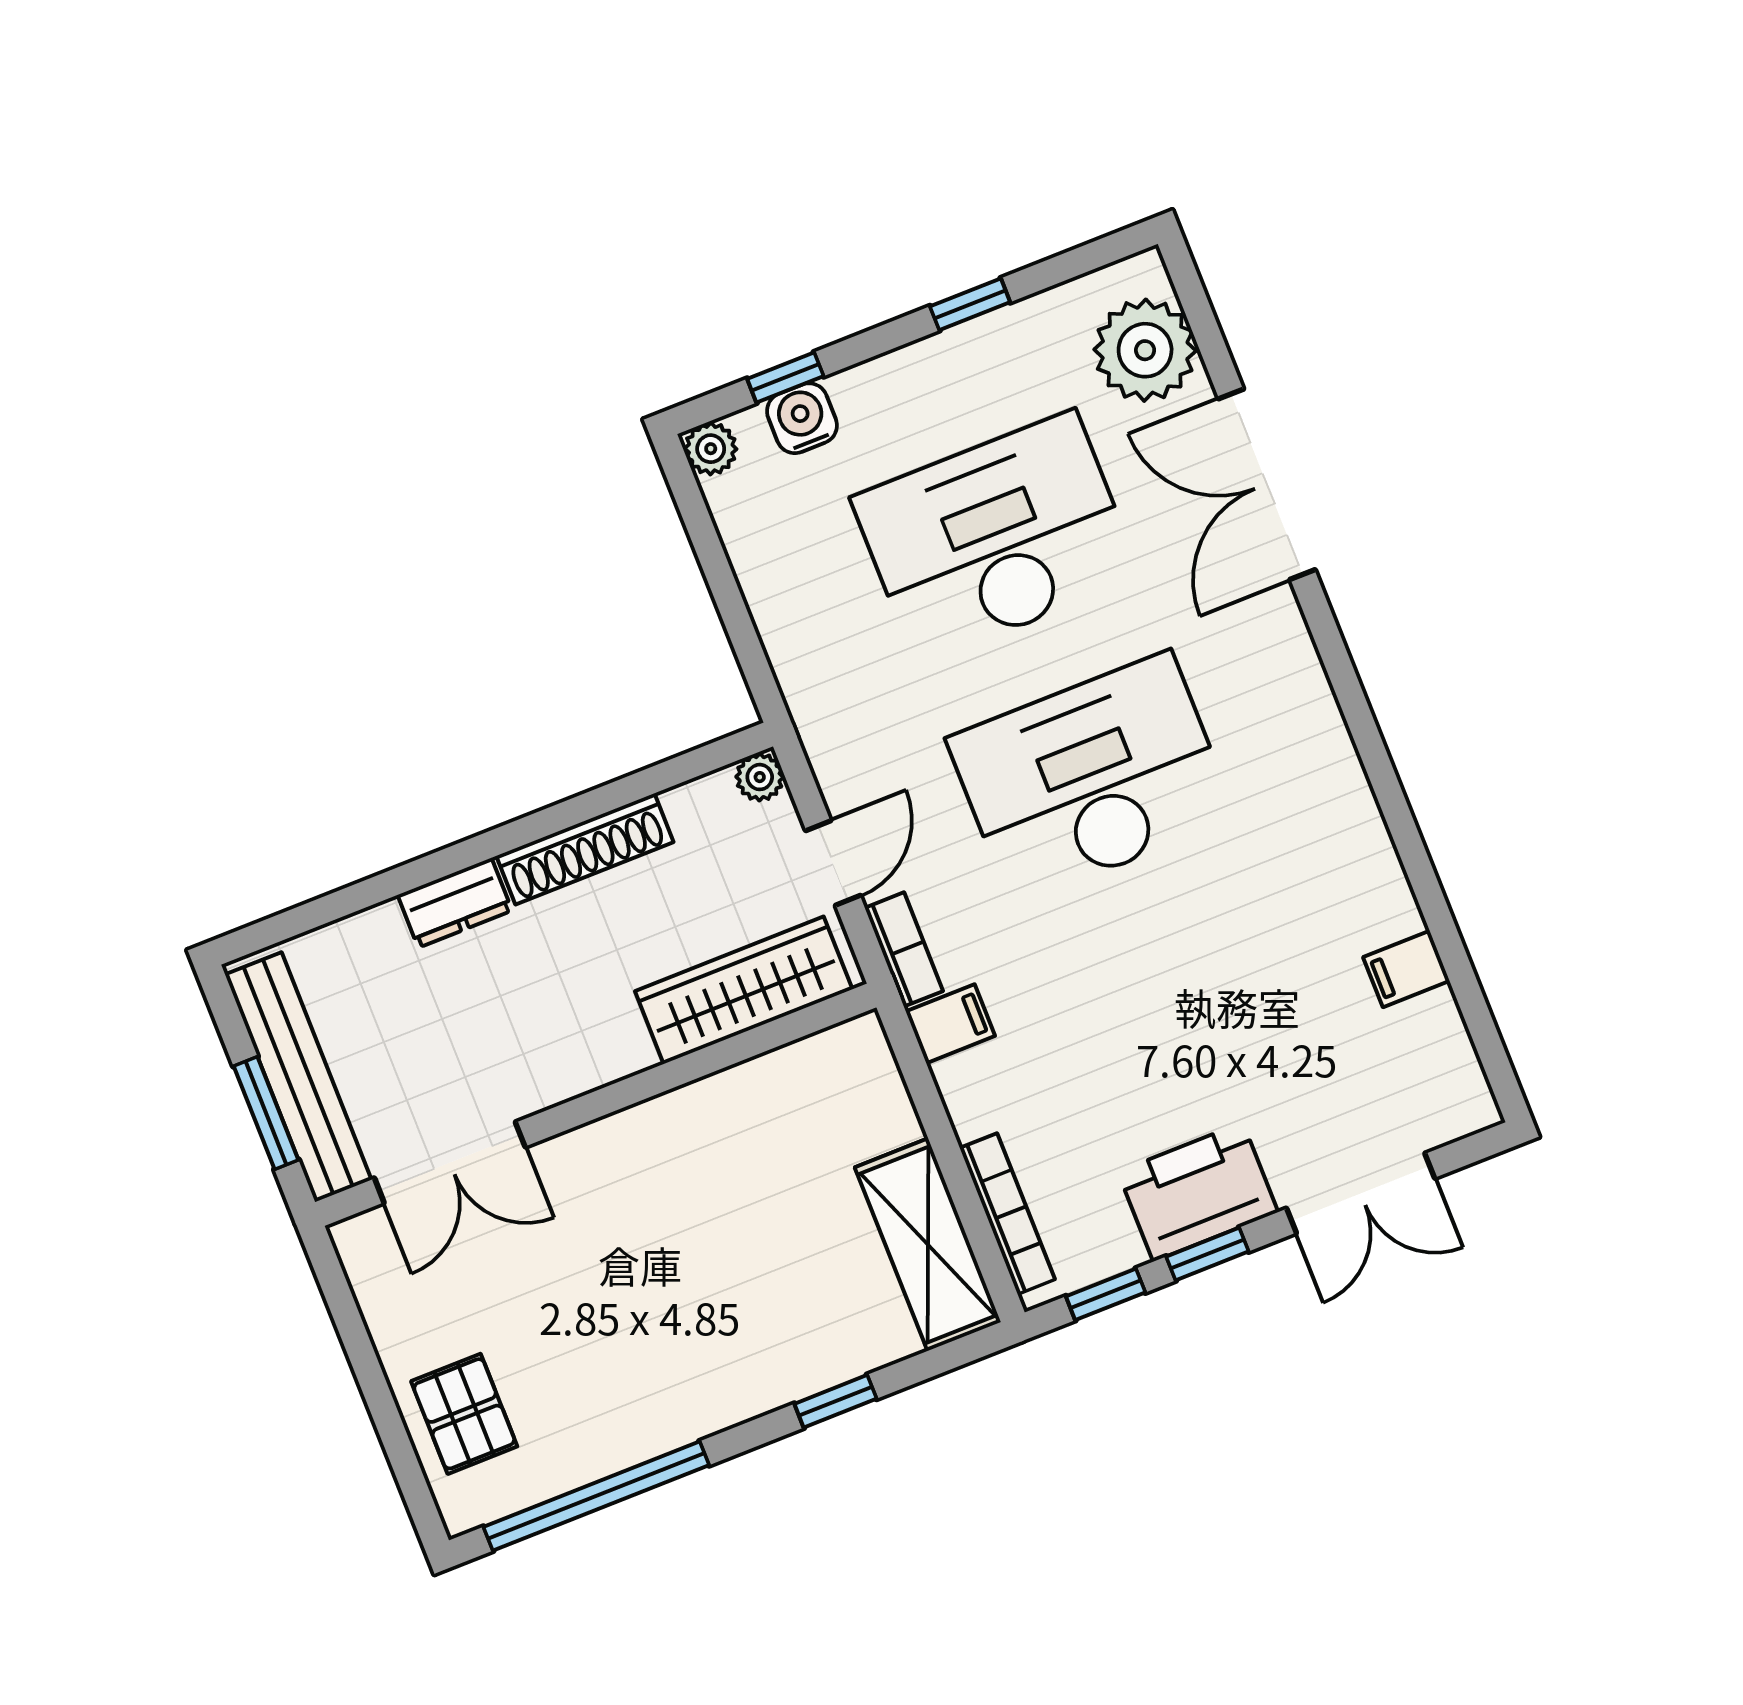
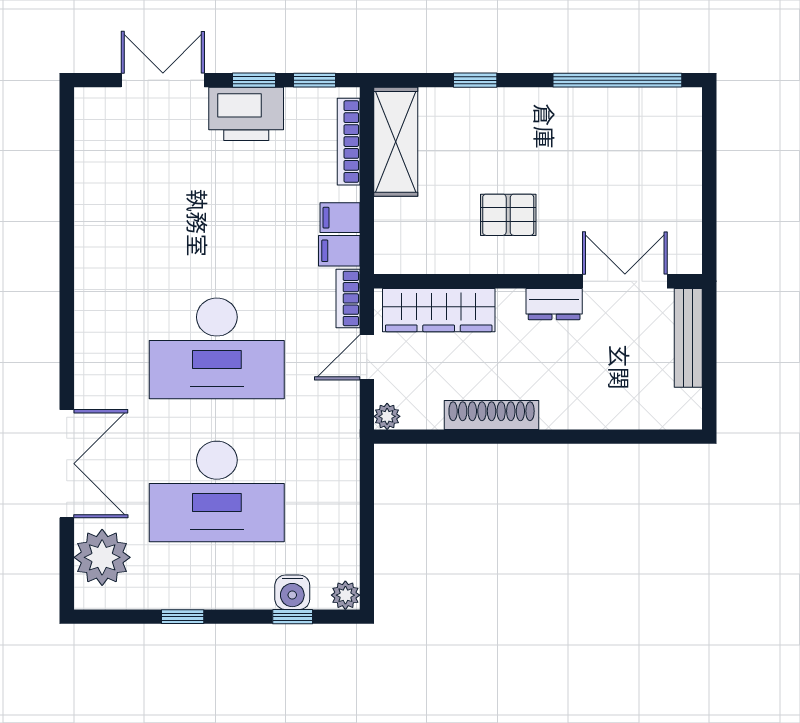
dresser: (455, 903) -> (554, 304), moved, turned 180
filing cabinet: (1406, 969) -> (340, 218), moved, turned 180
bench: (298, 1077) -> (688, 338), width x0.73, depth x0.82
window: (266, 1113) -> (709, 344), removed
pallet: (464, 1414) -> (508, 215), moved, turned 90

